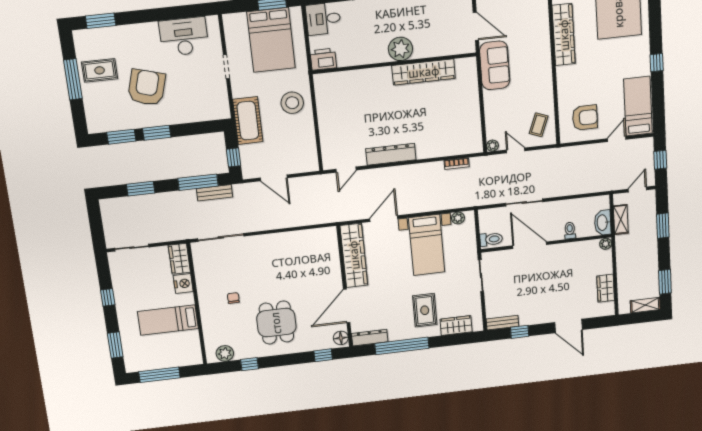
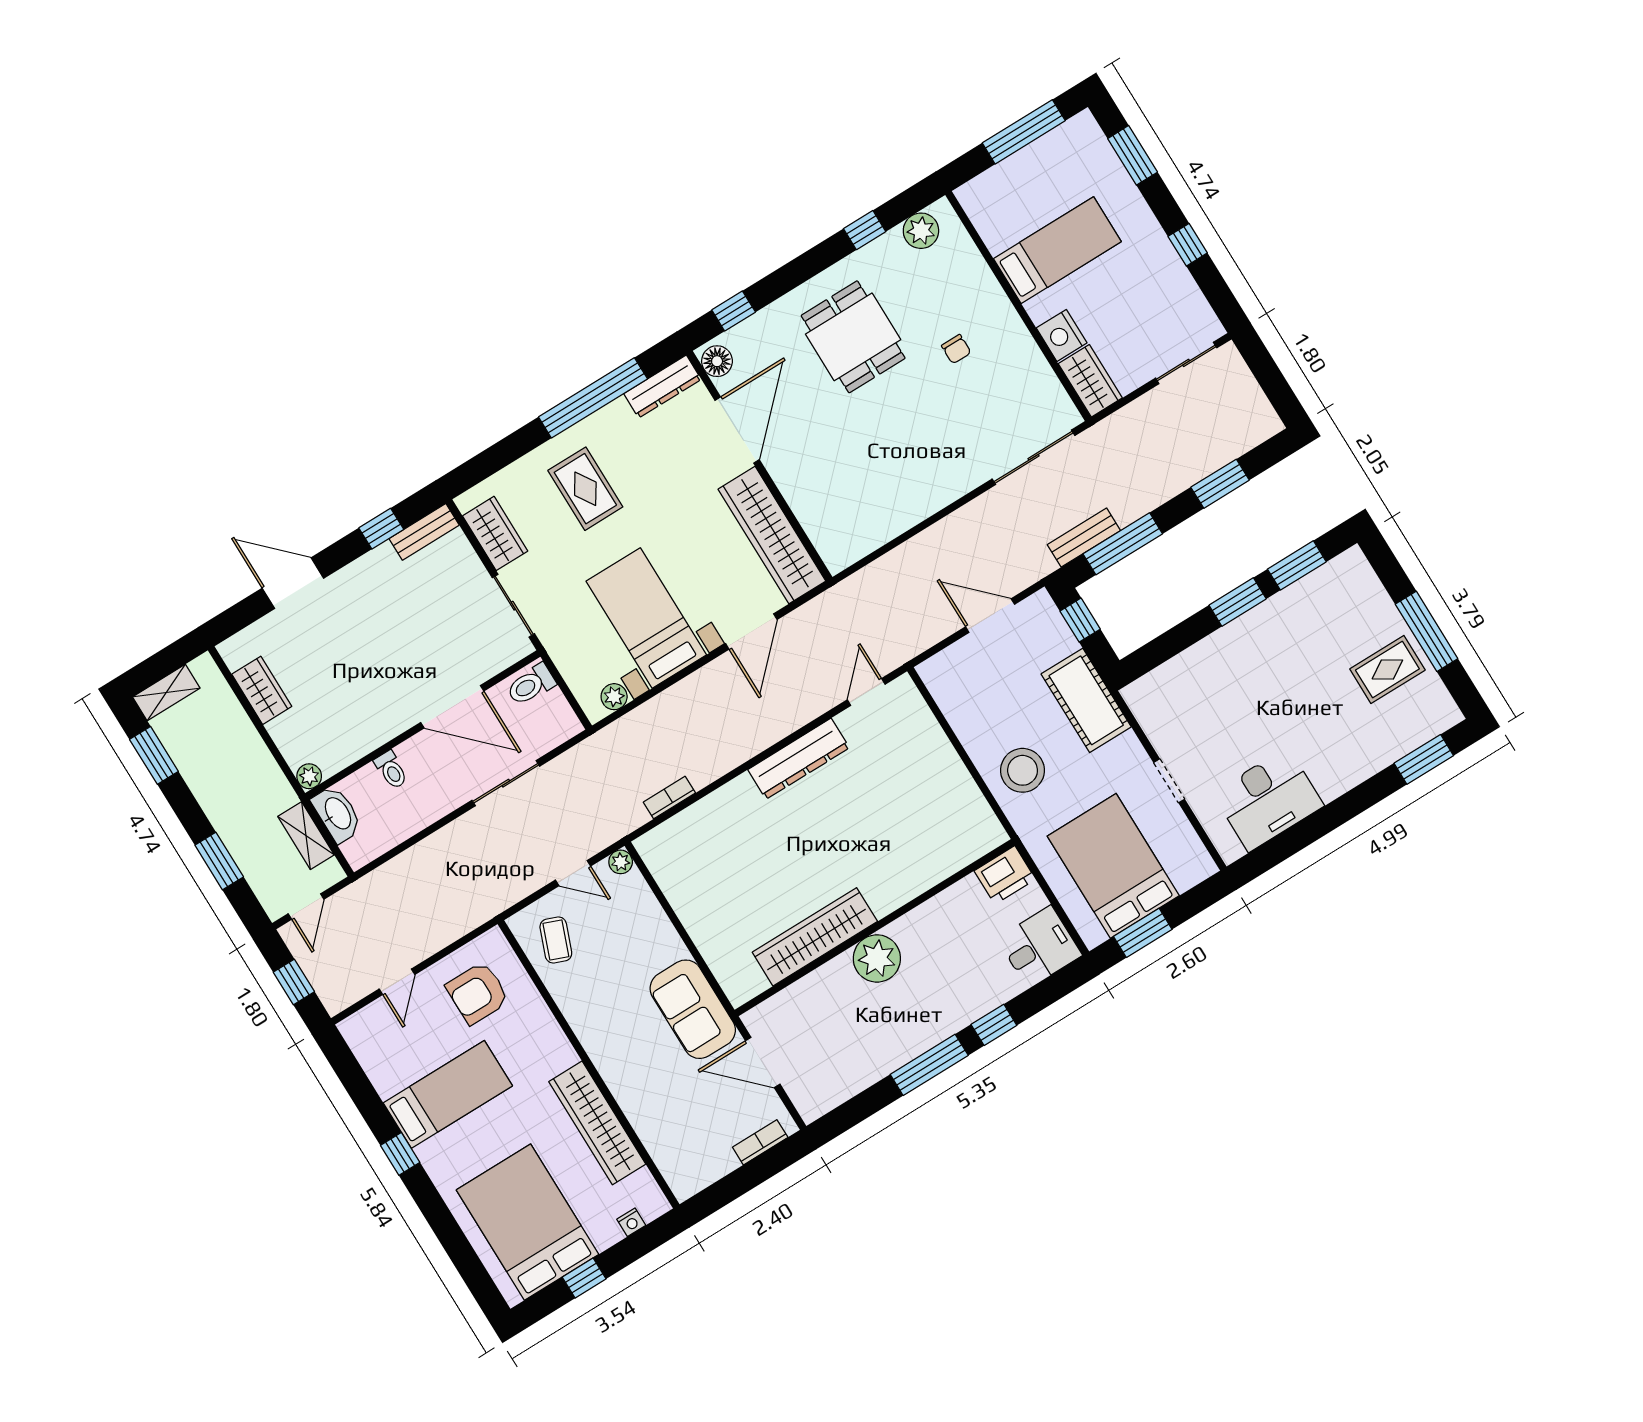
armchair: (147, 87) -> (1292, 677), removed
bed: (638, 106) -> (448, 1094), moved, turned -90
wardrobe: (456, 326) -> (495, 533), moved, turned -90

